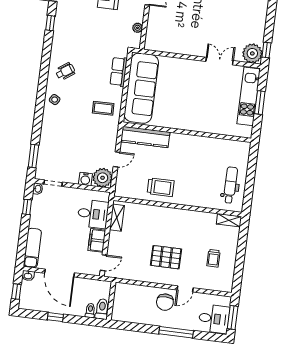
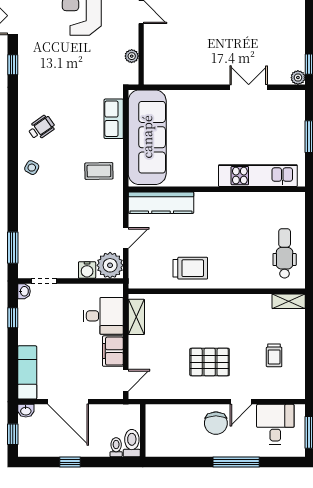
plant: (252, 53) -> (298, 78), width x0.53, depth x0.53
kitchen unit: (249, 96) -> (258, 176), moved, turned 90
desk: (214, 319) -> (275, 424), moved, turned -90

